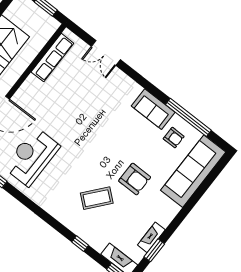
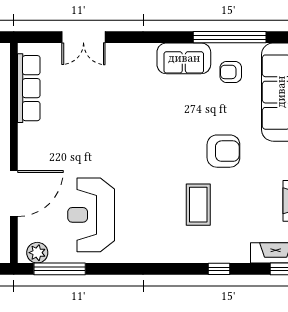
armchair: (174, 138) -> (231, 72), turned 180
coffee table: (97, 198) -> (198, 205), turned -40

